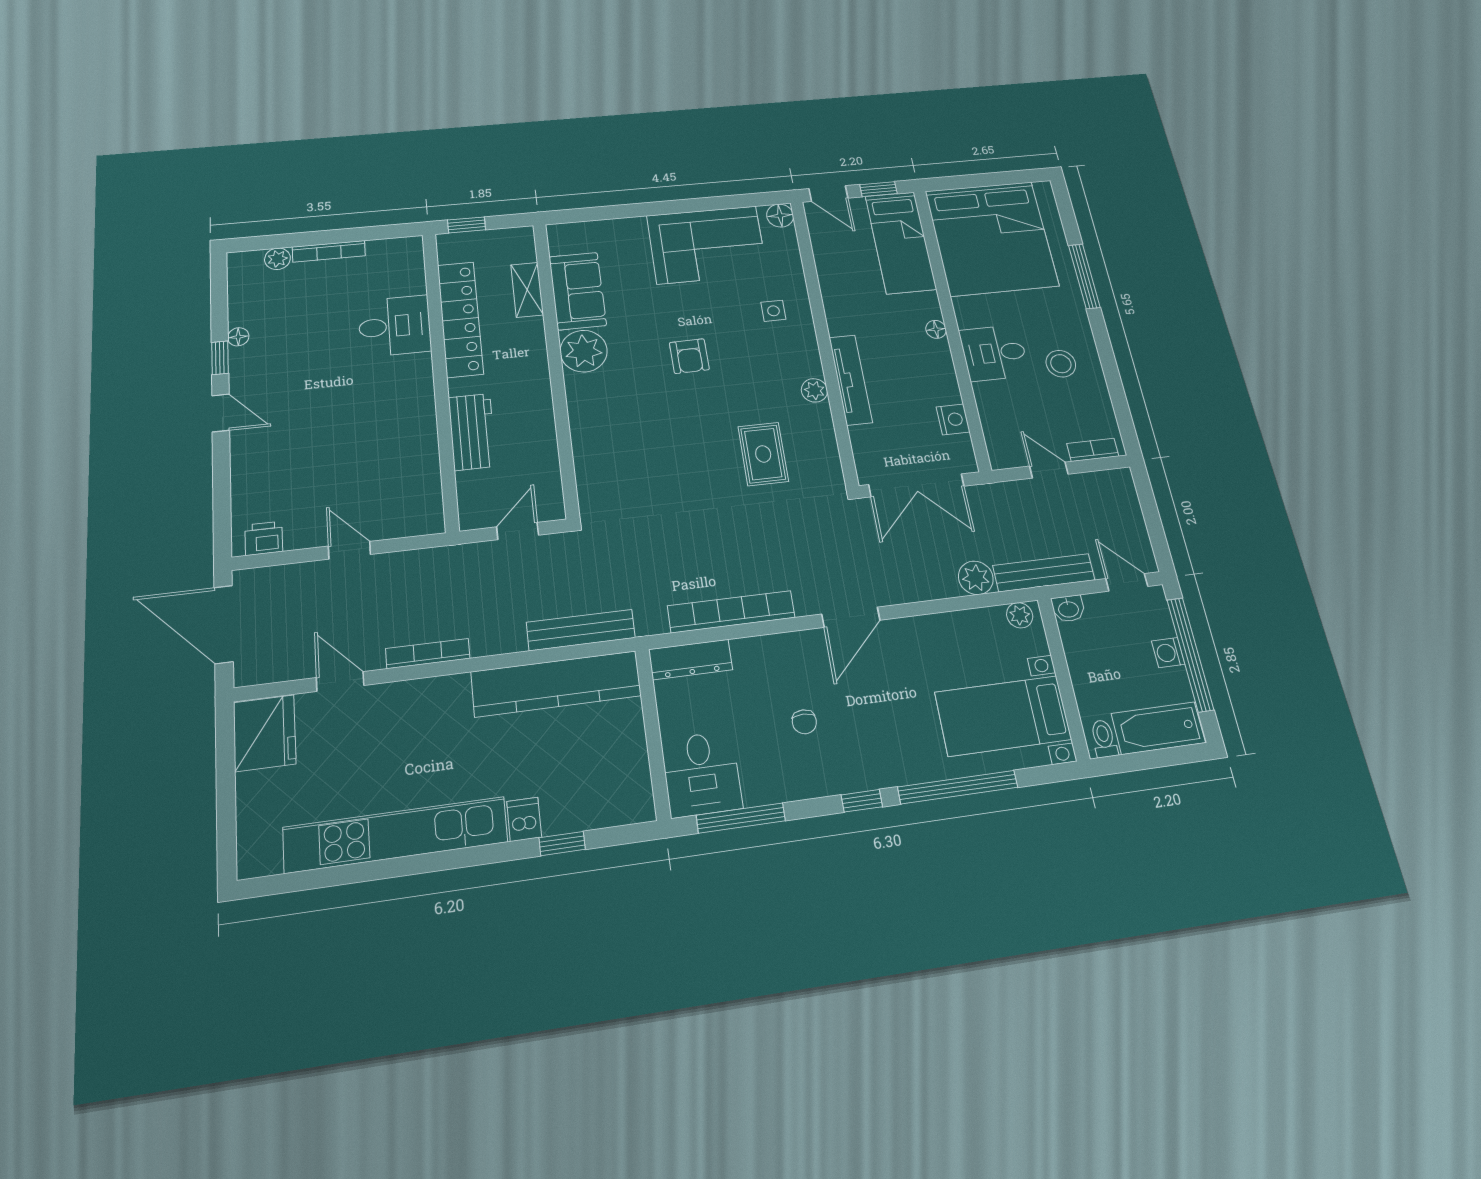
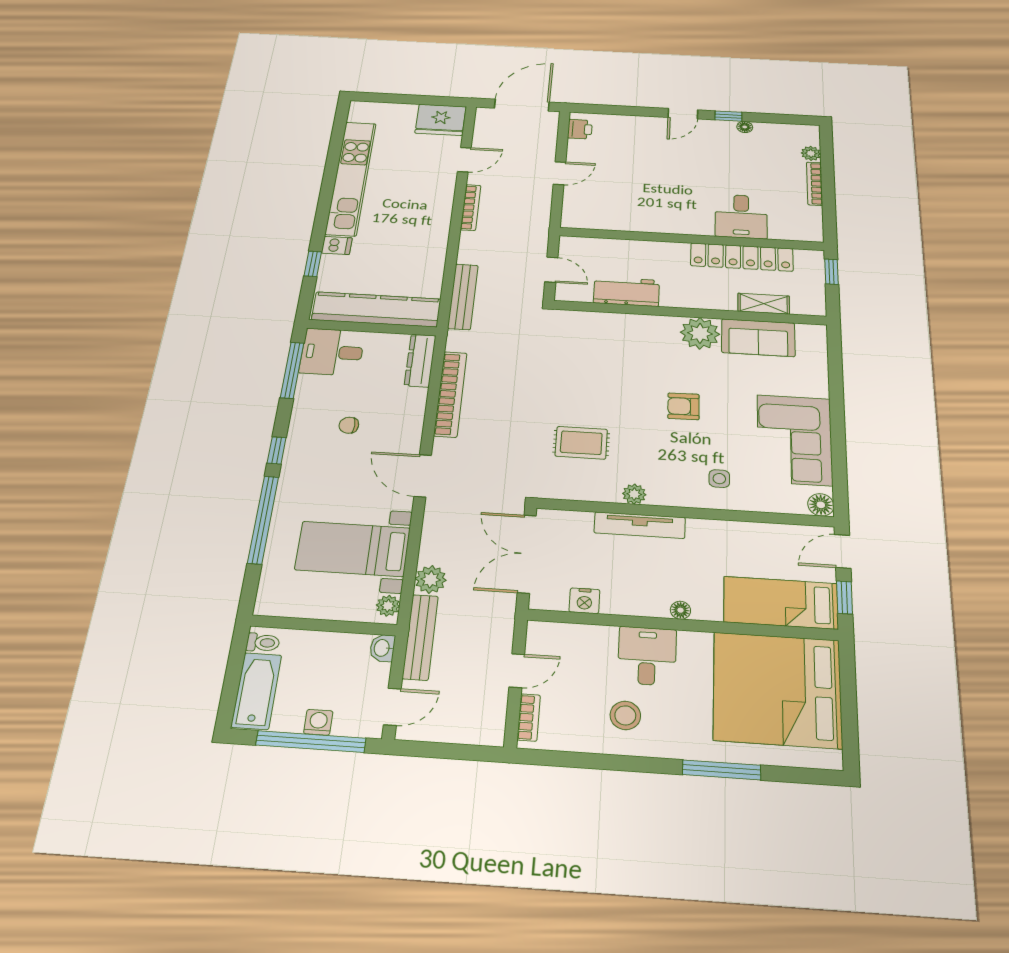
workbench: (472, 432) -> (626, 292), moved, turned 180
kitchen counter: (556, 684) -> (376, 309), moved, turned 90
bed with nightstands: (1003, 716) -> (353, 549), moved, turned -90

